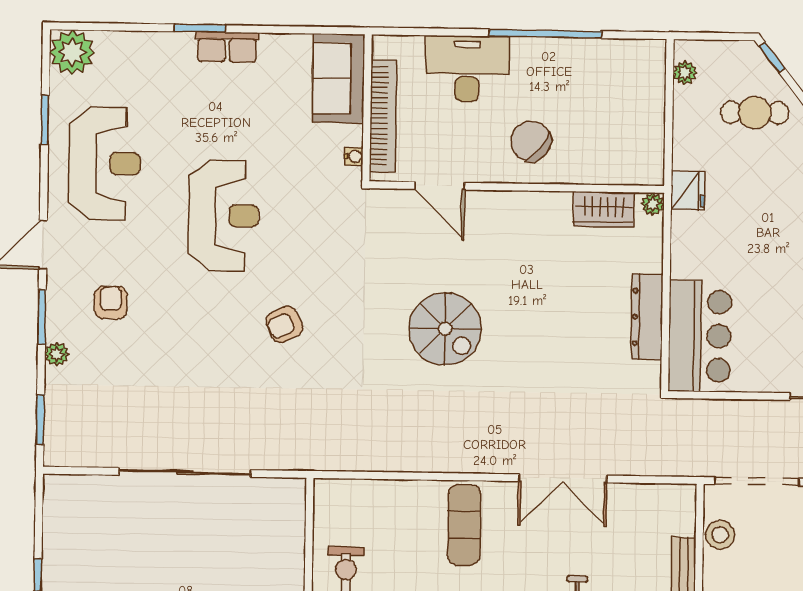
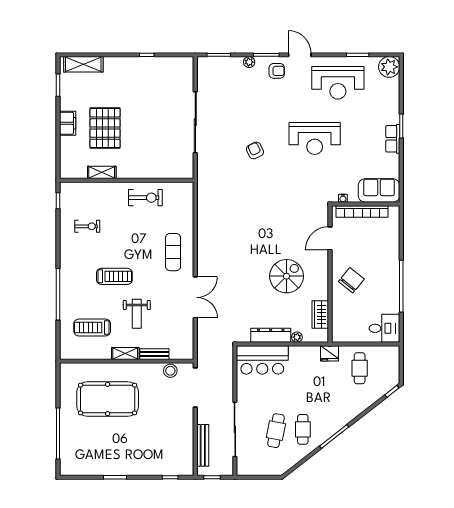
desk: (467, 69) -> (384, 328), moved, width x0.73
plant: (685, 73) -> (384, 351), removed
cafe table: (755, 113) -> (360, 368), moved
plant: (653, 204) -> (297, 337), moved
armchair: (111, 302) -> (277, 71), moved
armchair: (284, 324) -> (255, 150), moved
spiral stairs: (445, 329) -> (287, 276), moved, turned 180
double door: (563, 478) -> (195, 297), swing flipped
exercise mat: (464, 525) -> (173, 252), turned 90

